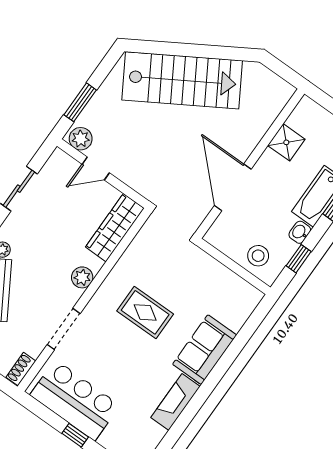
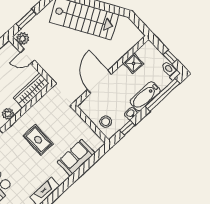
sofa: (205, 350) -> (76, 157), moved

